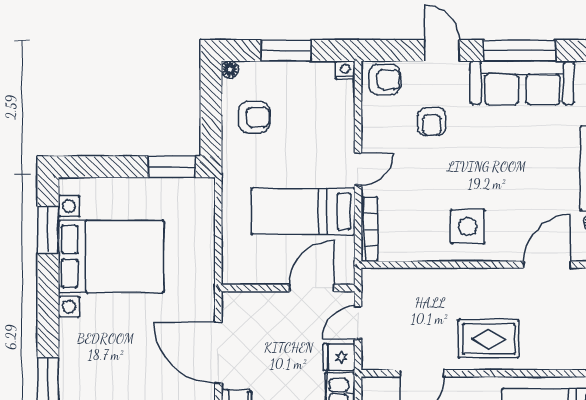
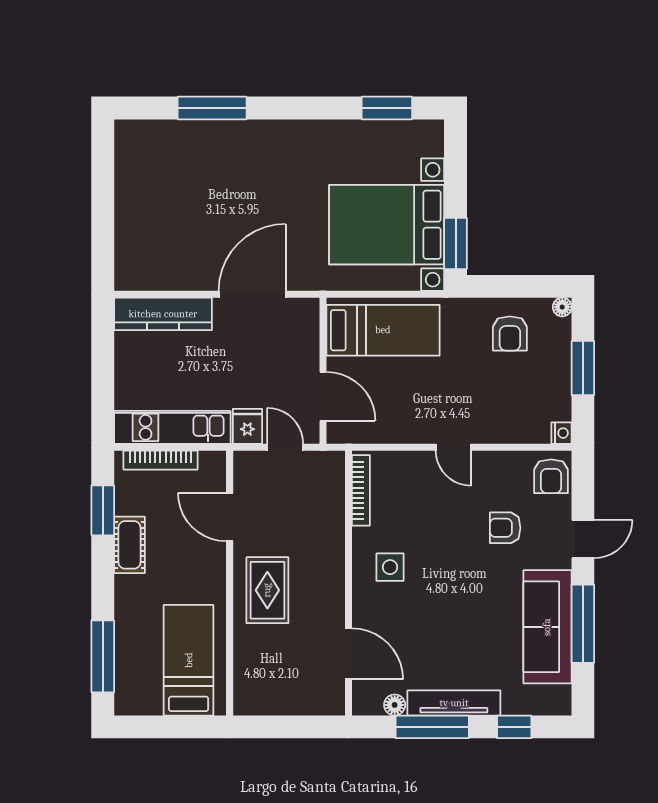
bed: (303, 211) -> (383, 330), moved, turned 90
side table: (468, 227) -> (390, 567), width x0.73, depth x0.73
bookcase: (369, 229) -> (361, 490), moved, turned -90
bed with nightstands: (111, 256) -> (387, 225), moved, turned 90

